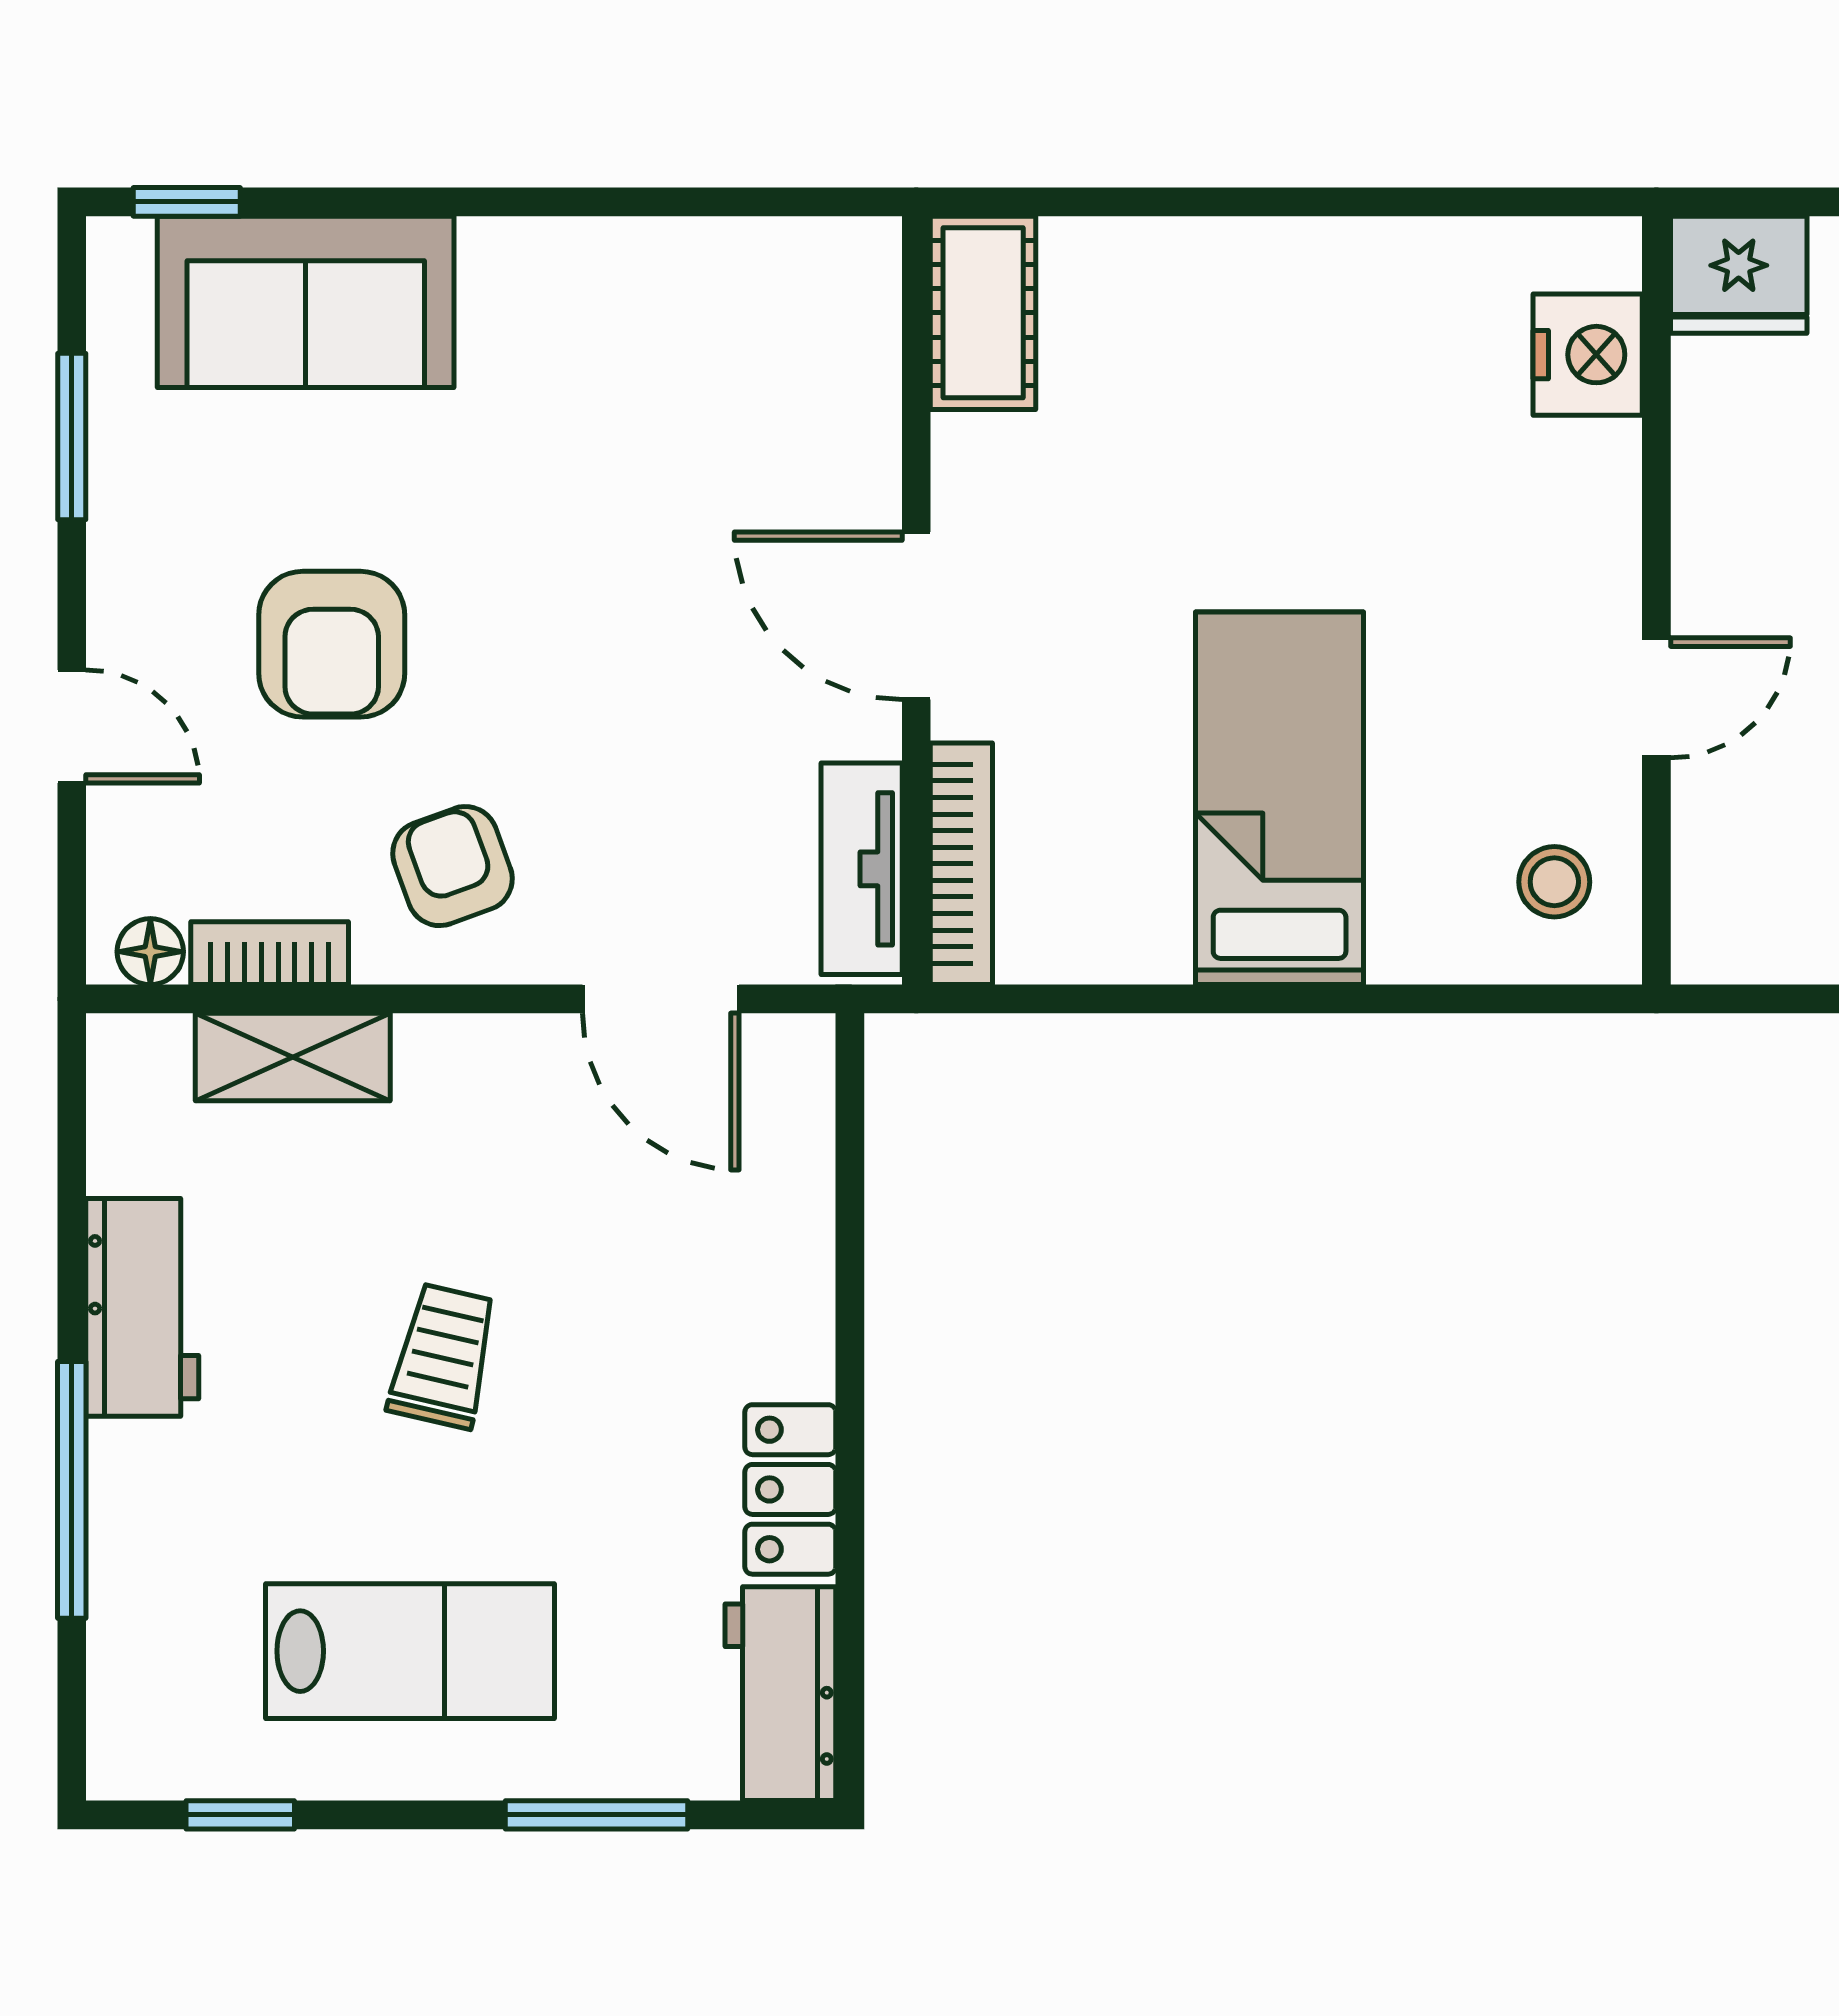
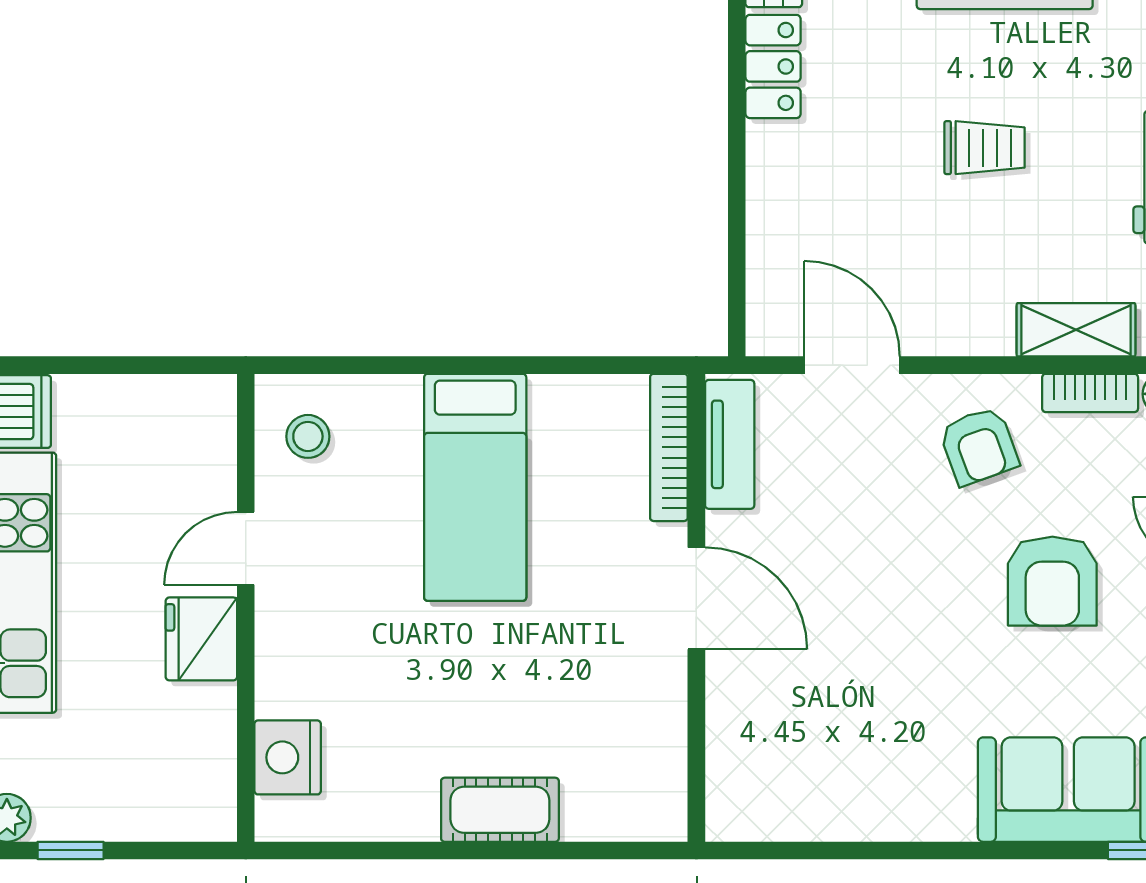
fridge: (1739, 275) -> (201, 639), moved, turned -90
cot: (983, 313) -> (500, 810), moved, turned 90
armchair: (332, 644) -> (1052, 581), turned 180
trolley: (443, 1356) -> (984, 148), turned -103

